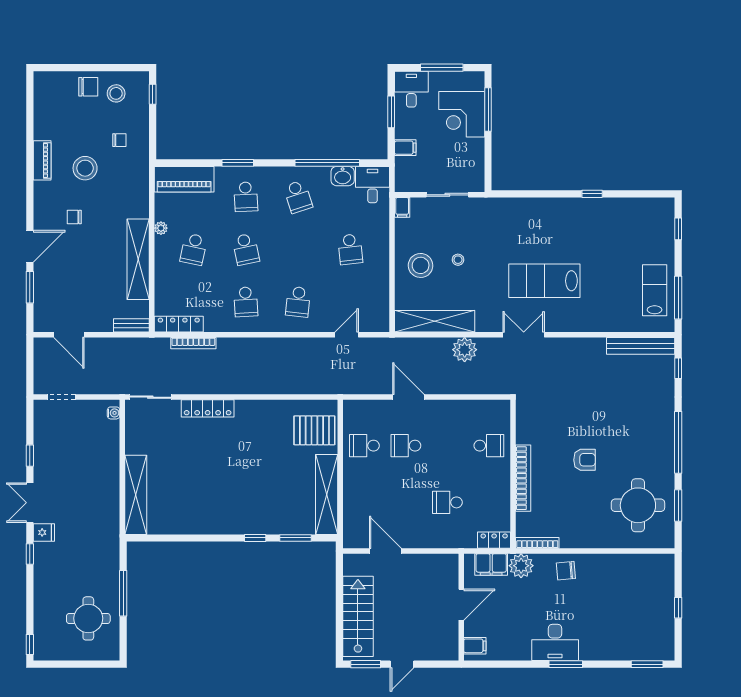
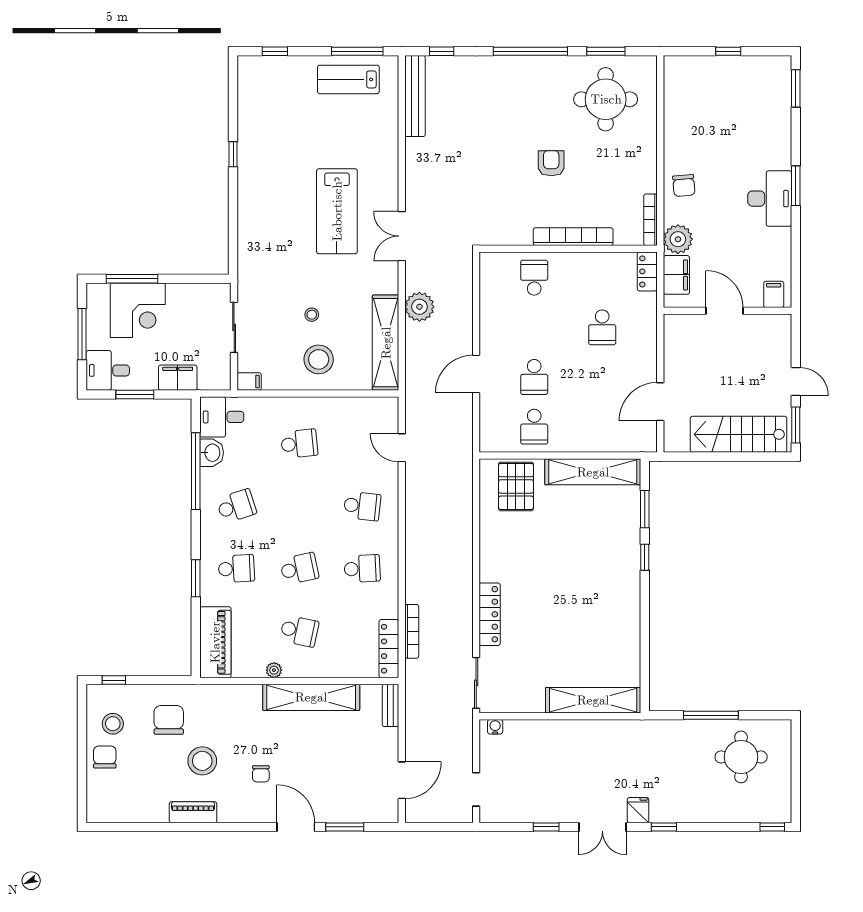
chair: (119, 140) -> (169, 720), width x1.87, depth x1.87
filing cabinet: (405, 148) -> (178, 378), width x2.00

